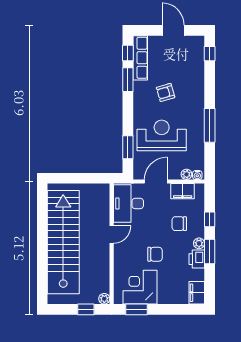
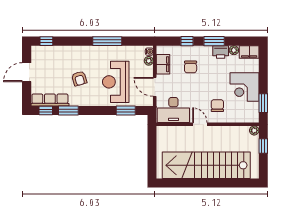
plant: (199, 243) -> (234, 50), moved
chair: (155, 254) -> (217, 106), moved
corner desk: (140, 287) -> (244, 87), moved

